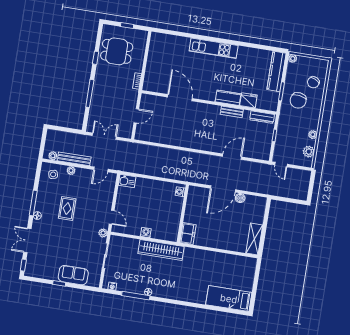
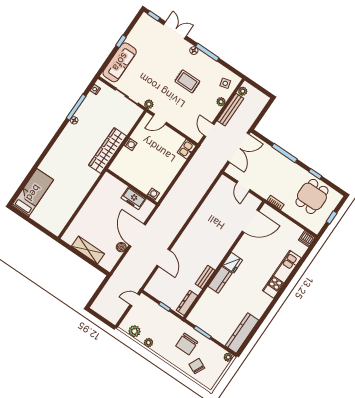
dishwasher: (156, 38) -> (307, 239), added
kitchen unit: (214, 48) -> (282, 274), moved
kitchen counter: (276, 71) -> (242, 333), moved, turned -90
door: (180, 98) -> (251, 221), moved
fridge: (248, 100) -> (233, 263), moved
chair: (298, 100) -> (187, 344), turned -98
double door: (104, 136) -> (238, 148), width x1.37
freezer: (188, 234) -> (134, 198), moved
shelving: (254, 239) -> (88, 250), moved
sofa: (73, 275) -> (120, 62), width x1.36

